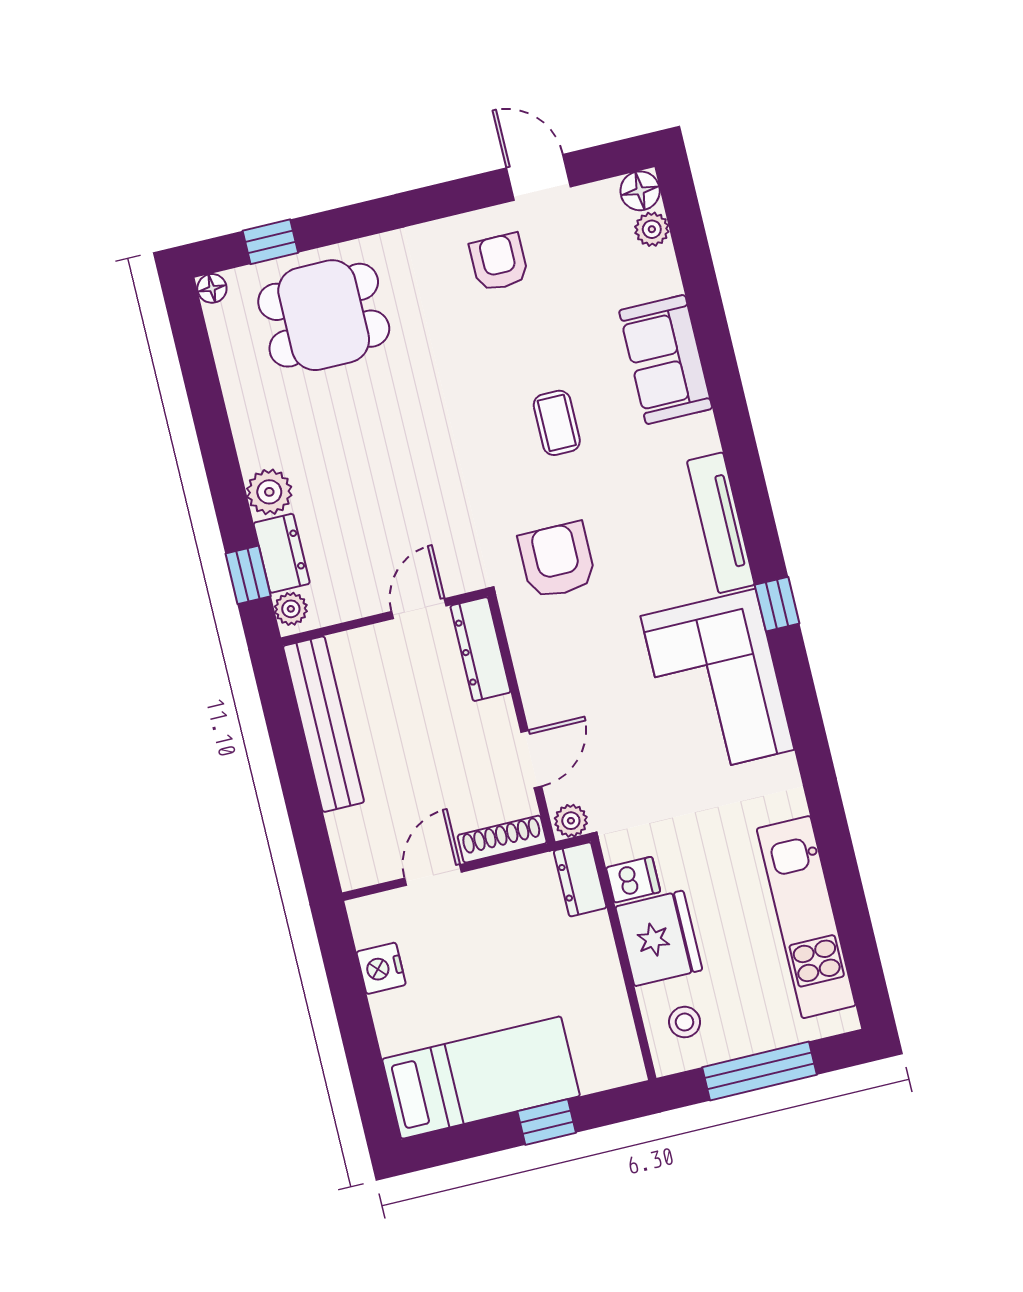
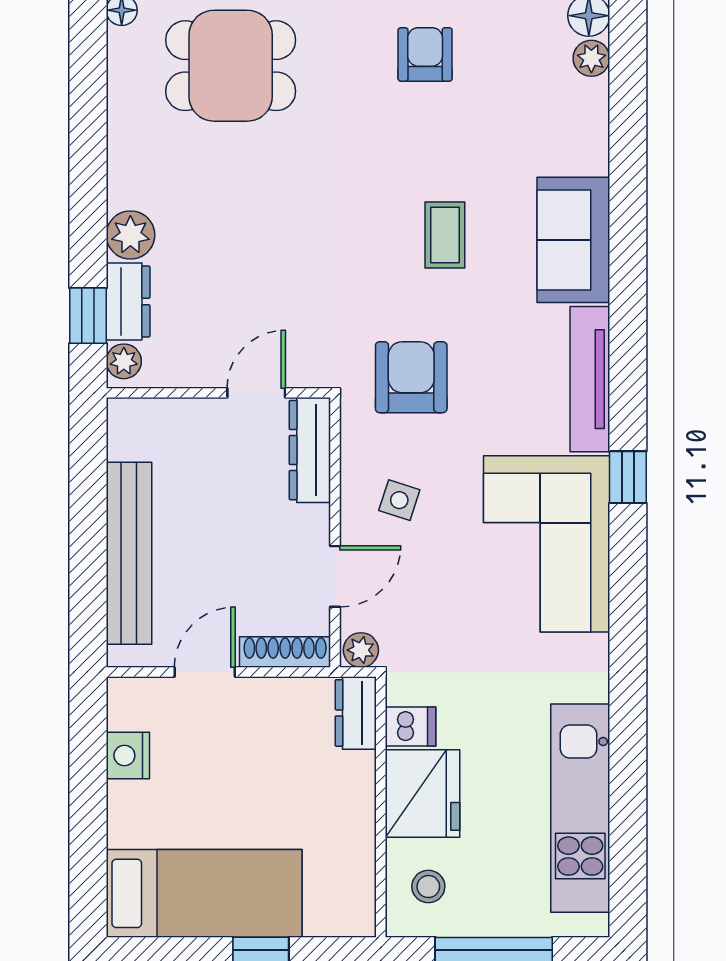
sofa: (666, 360) -> (573, 240), moved
side table: (573, 675) -> (399, 500), added
bench: (324, 724) -> (129, 553), moved

